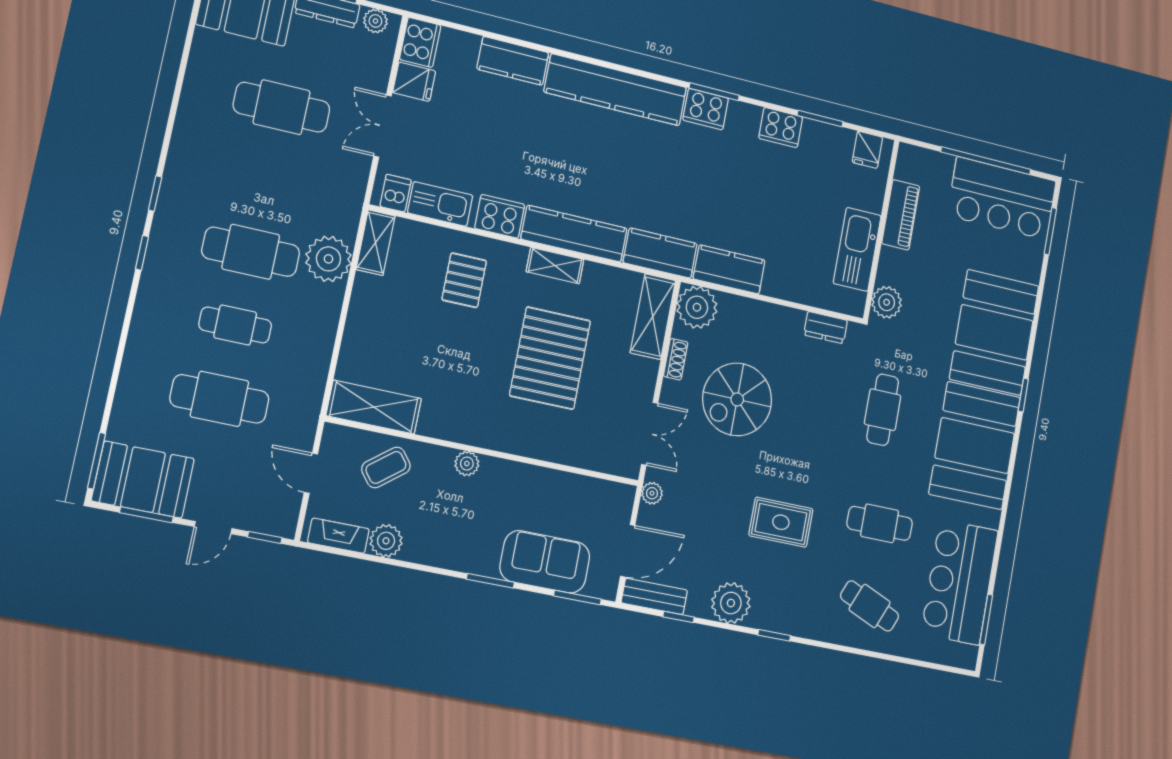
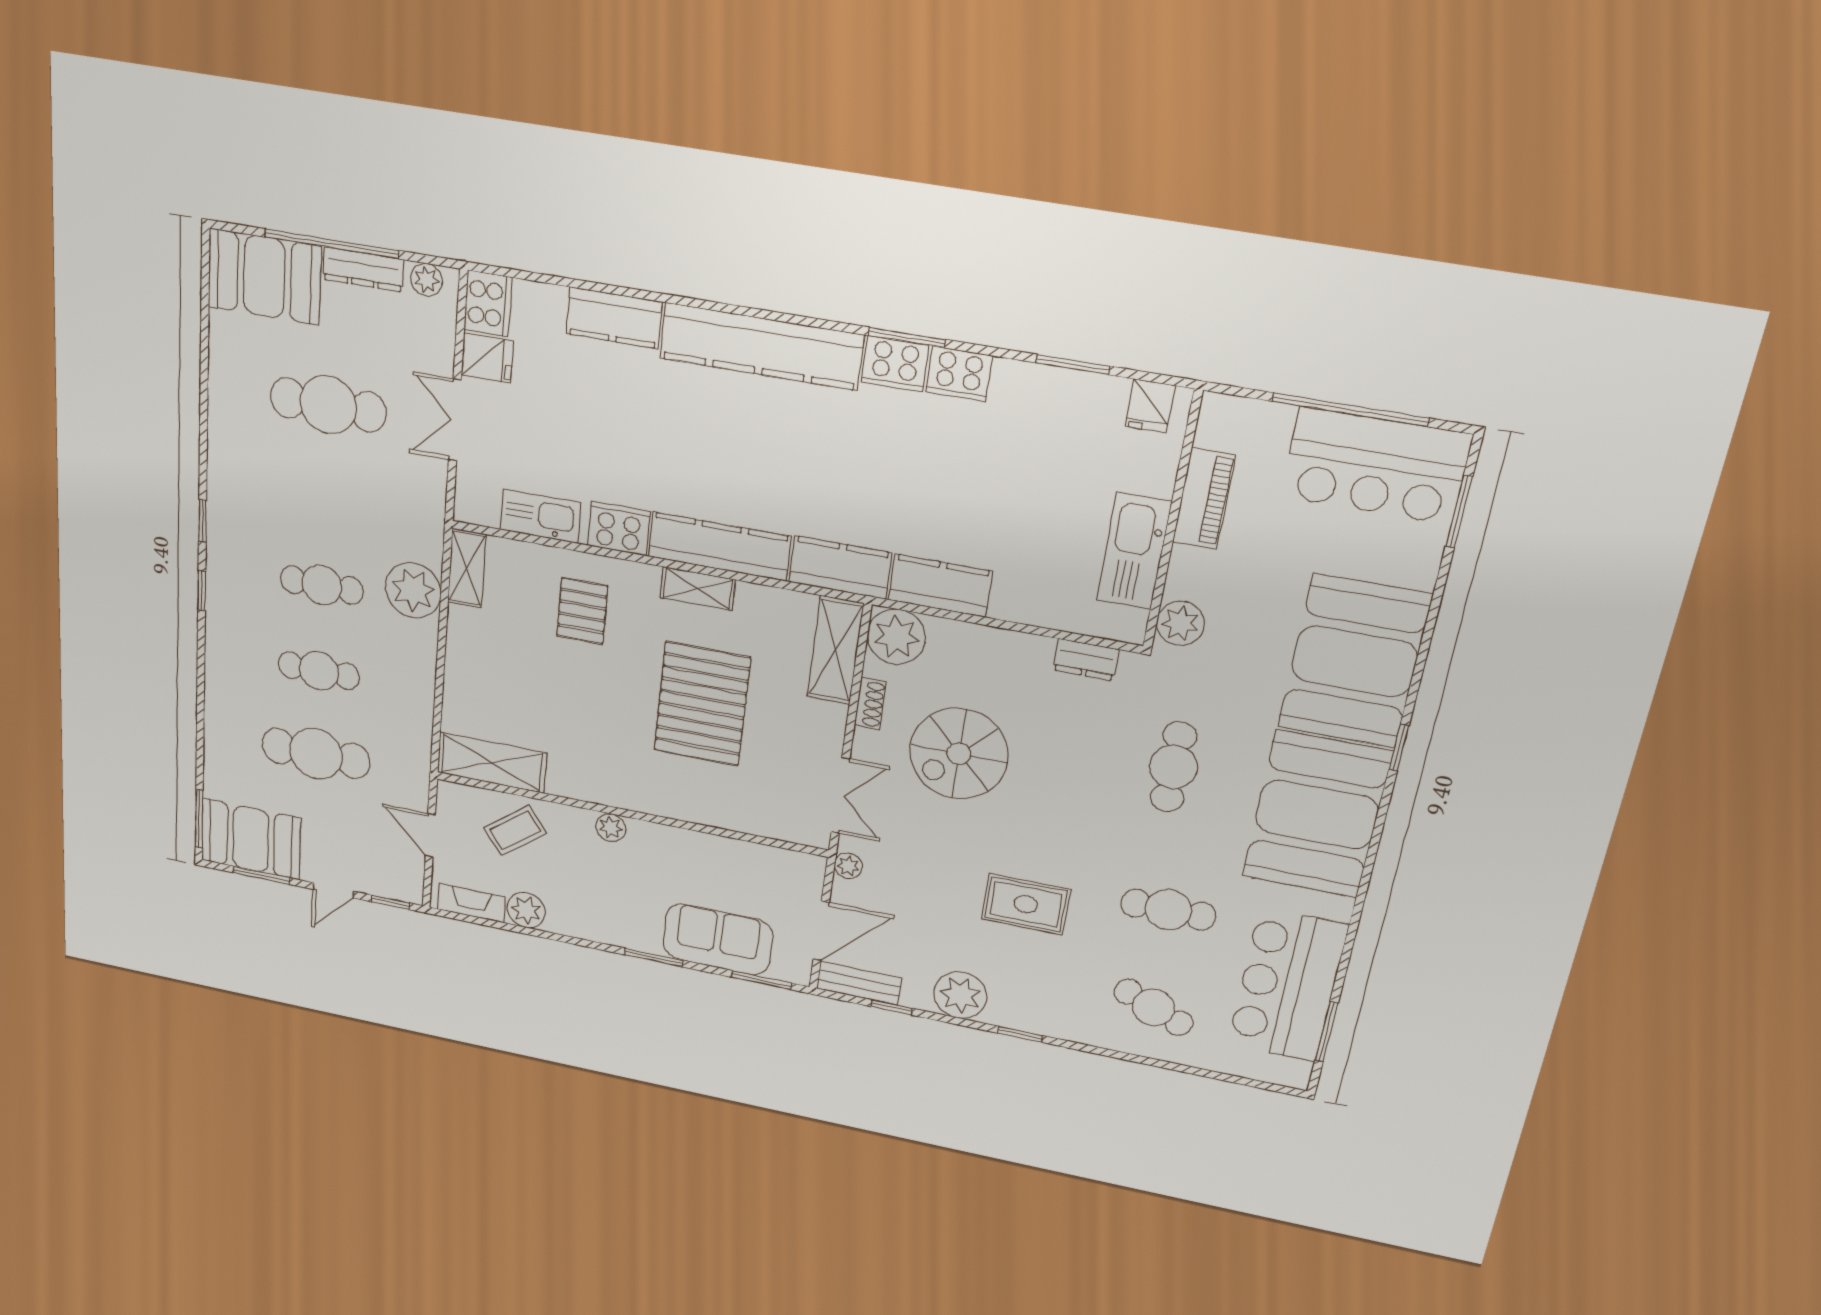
cooker: (781, 128) -> (959, 374), moved
dishwasher: (396, 193) -> (483, 505), removed
cafe table: (251, 252) -> (322, 585), width x0.73, depth x0.74

